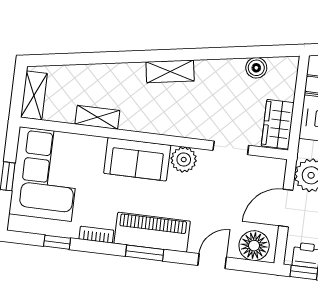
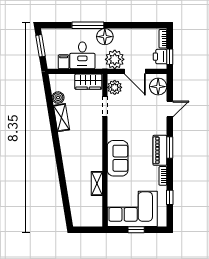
shelving: (170, 71) -> (61, 118), moved
shelving: (34, 95) -> (89, 221), removed
plant: (184, 160) -> (115, 87), moved
piano: (152, 232) -> (160, 150), width x0.73, depth x0.75
door: (212, 261) -> (170, 109), swing flipped

